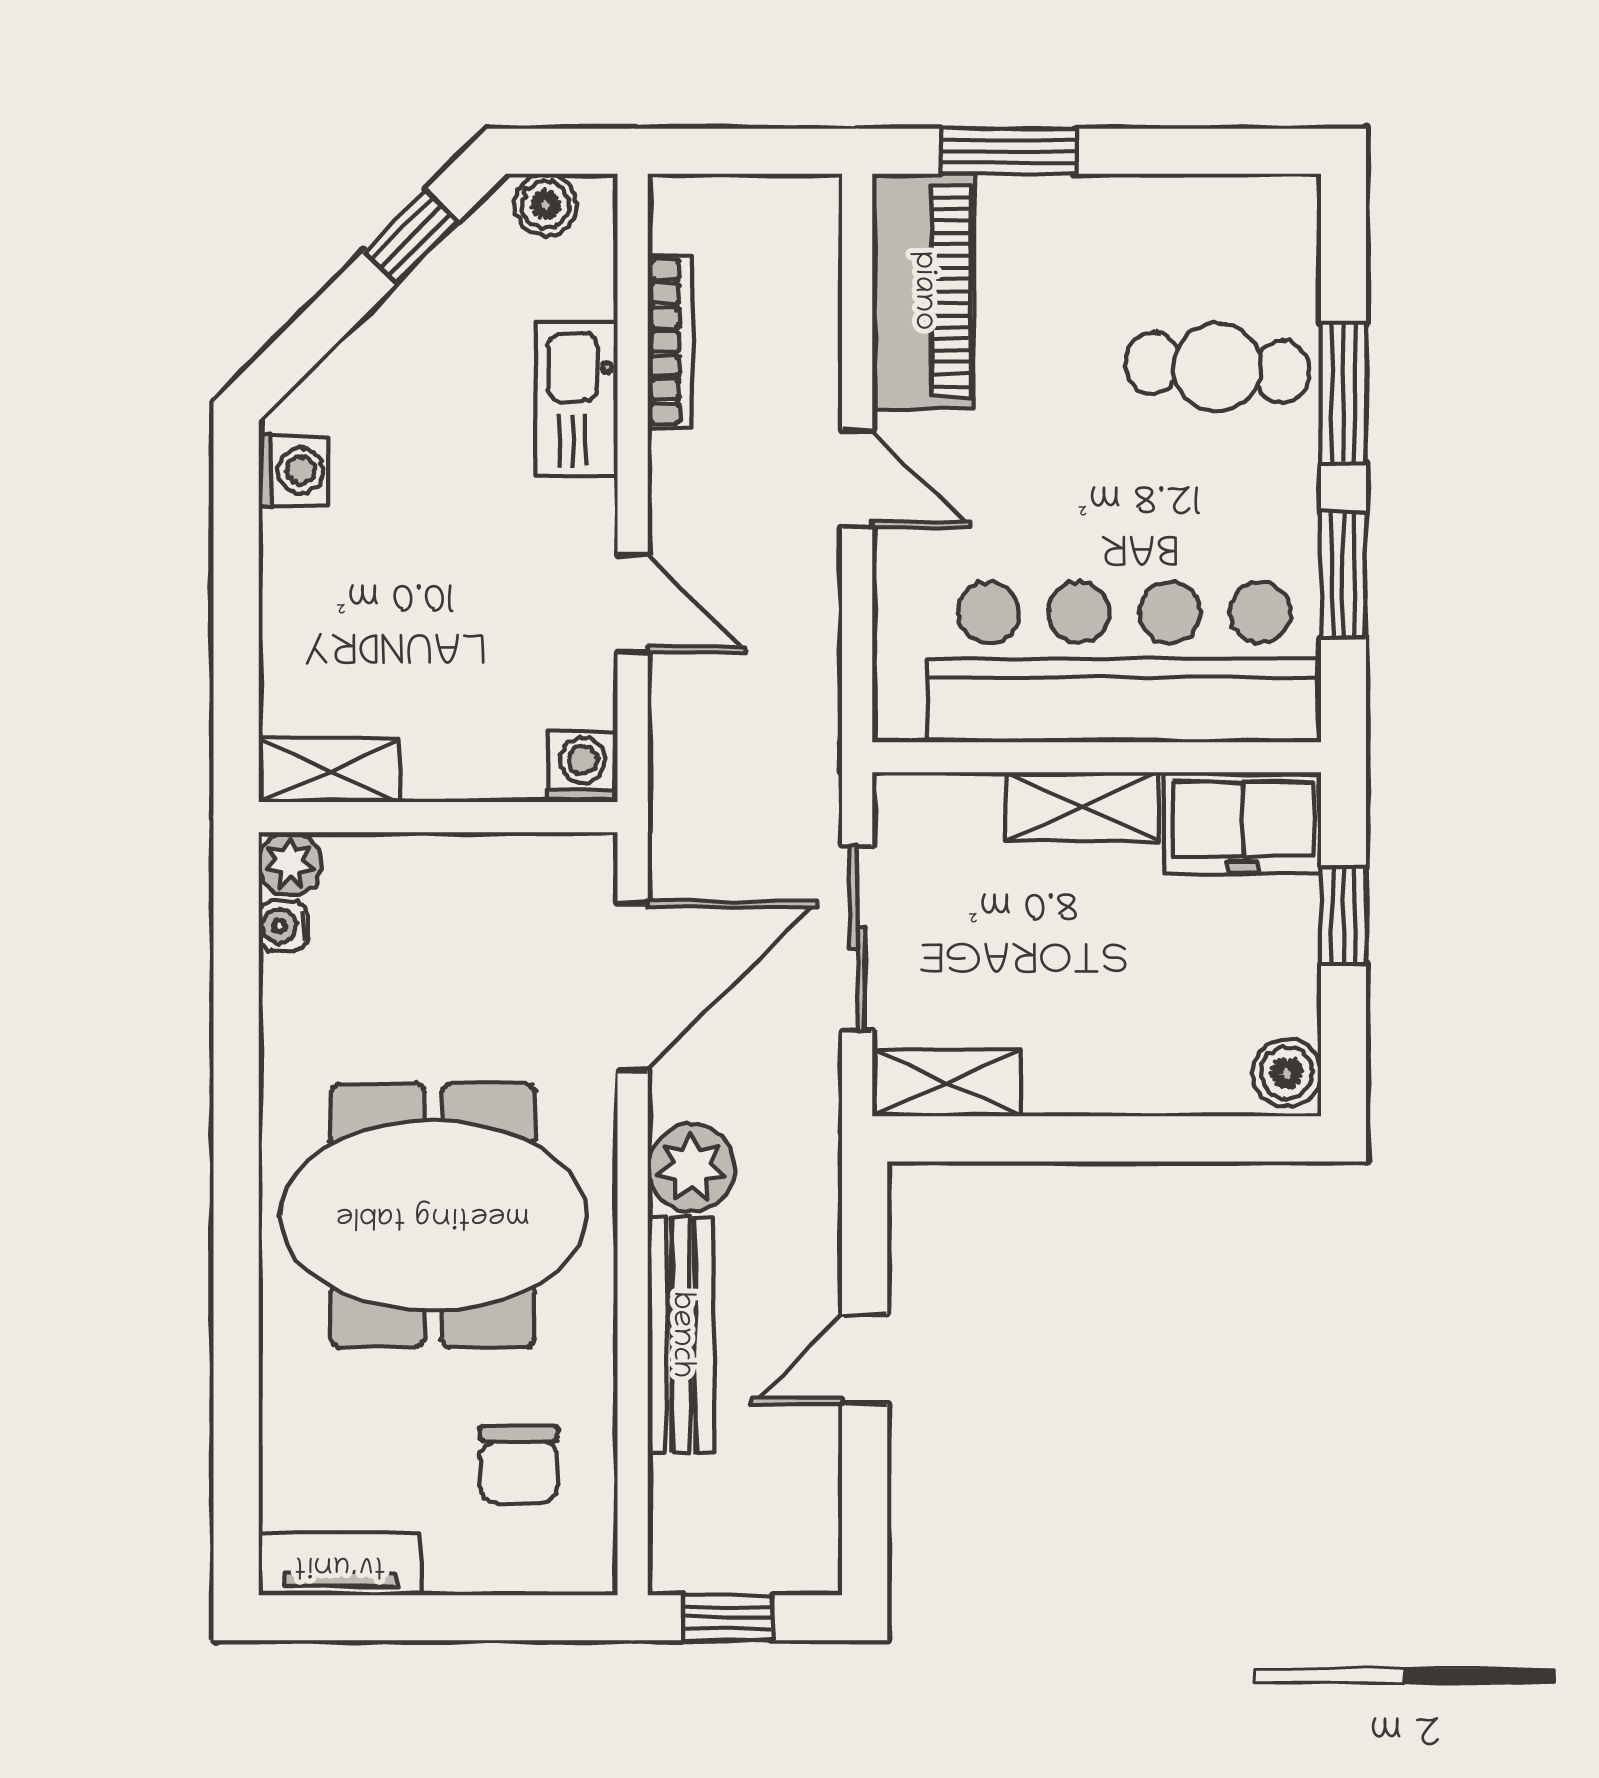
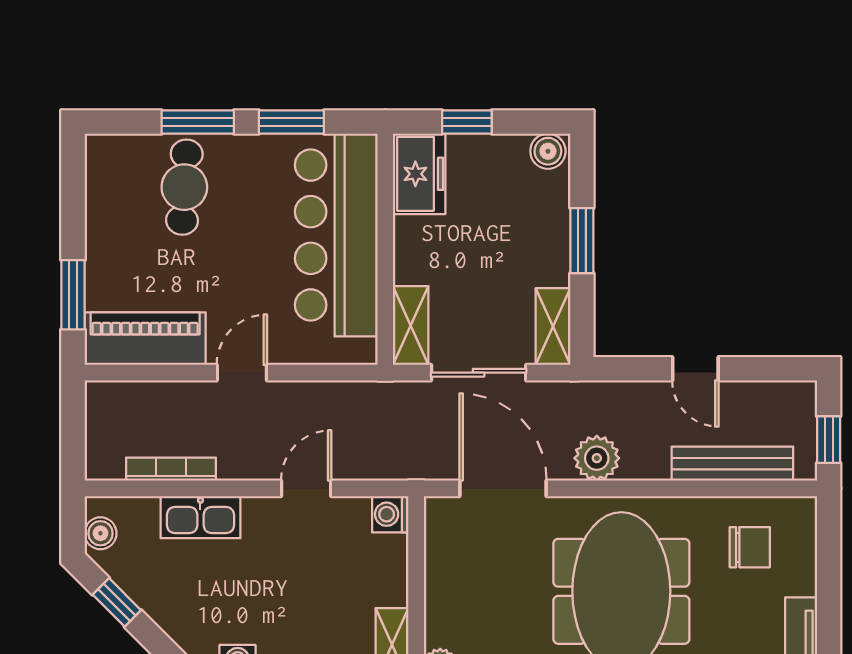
shelving: (1083, 807) -> (411, 326), moved
window: (1113, 1139) -> (582, 241), added
bench: (681, 1335) -> (732, 464), moved

